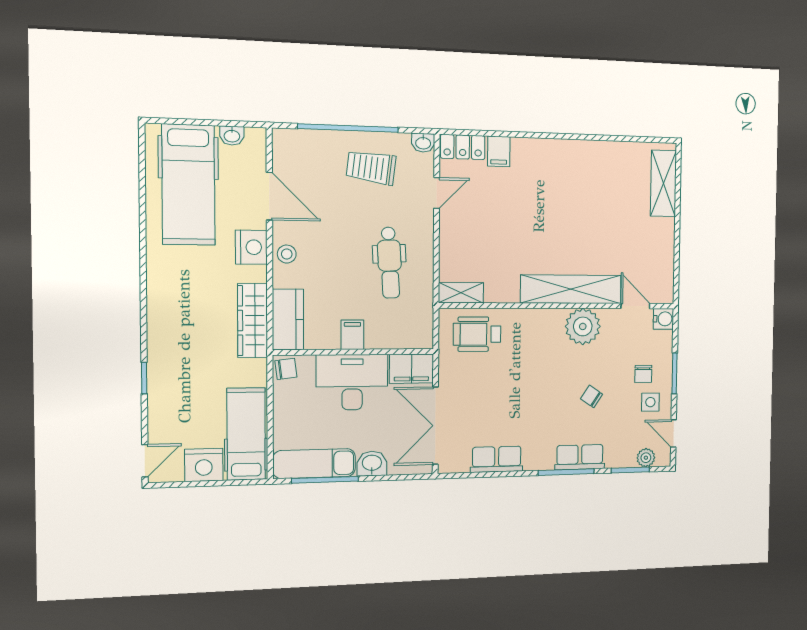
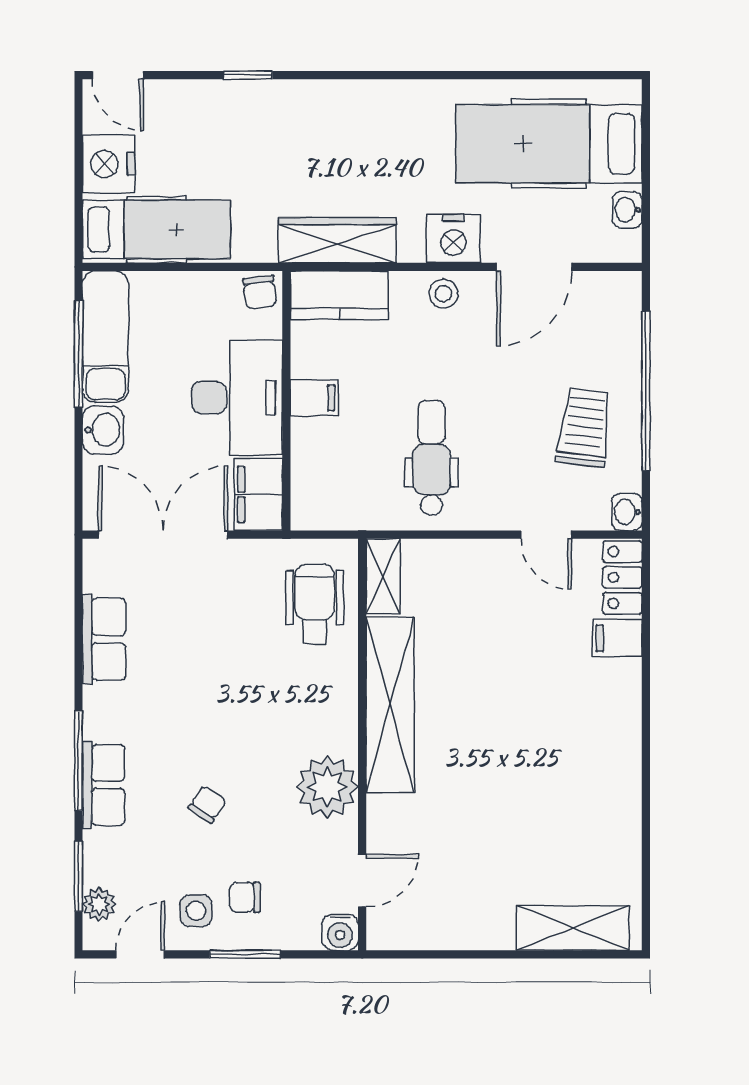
dental chair: (390, 263) -> (432, 458), turned 93
shelving: (571, 289) -> (390, 705), moved

